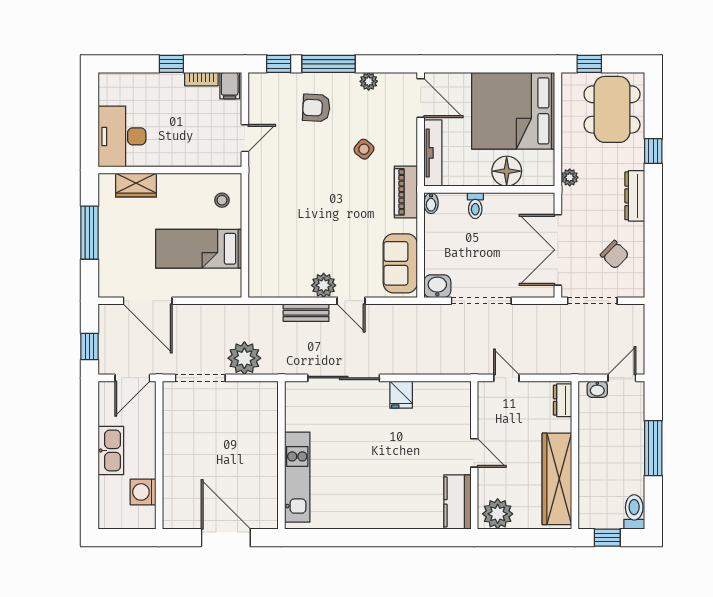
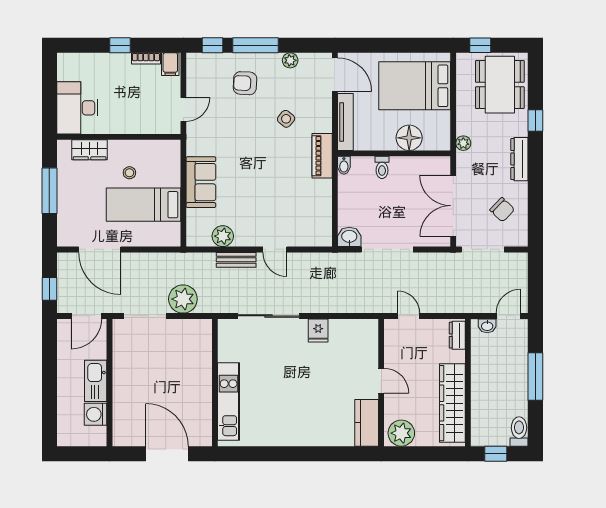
bed: (513, 111) -> (415, 86), width x0.73
stool: (222, 200) -> (129, 173), moved
sofa: (400, 263) -> (201, 182), moved, turned 180
plant: (324, 285) -> (223, 236), moved
kitchen sink: (111, 450) -> (96, 381), moved, turned 180

